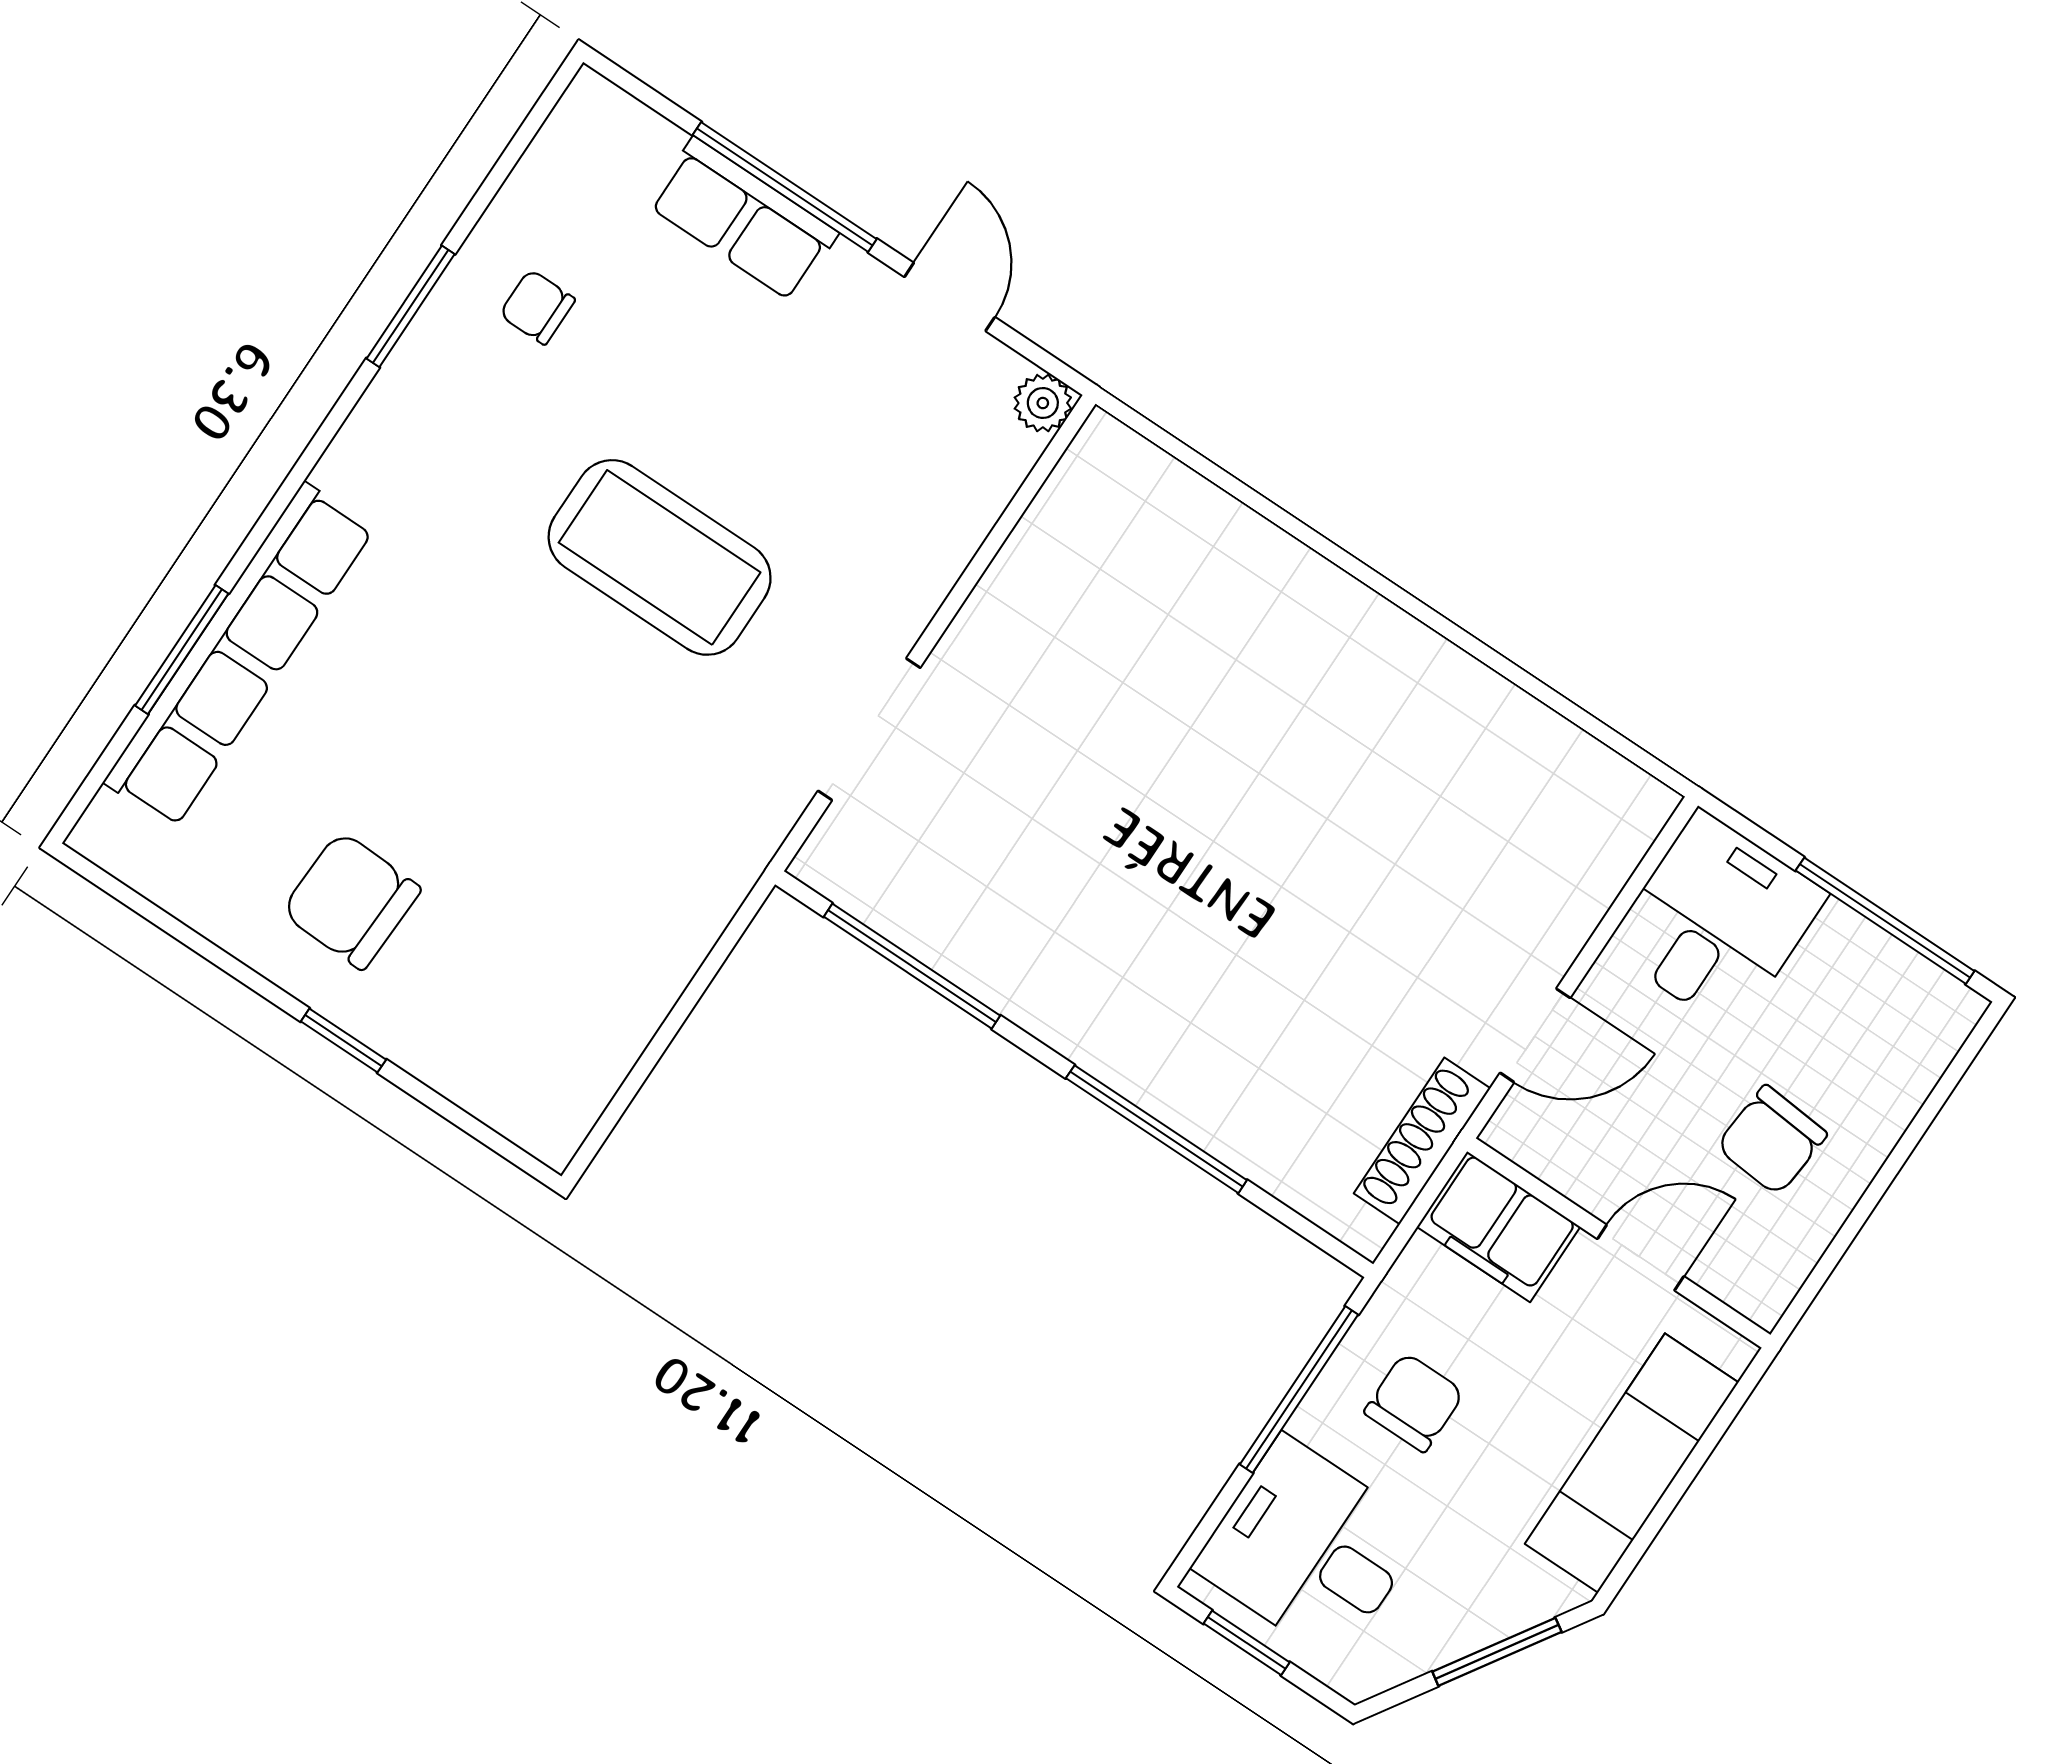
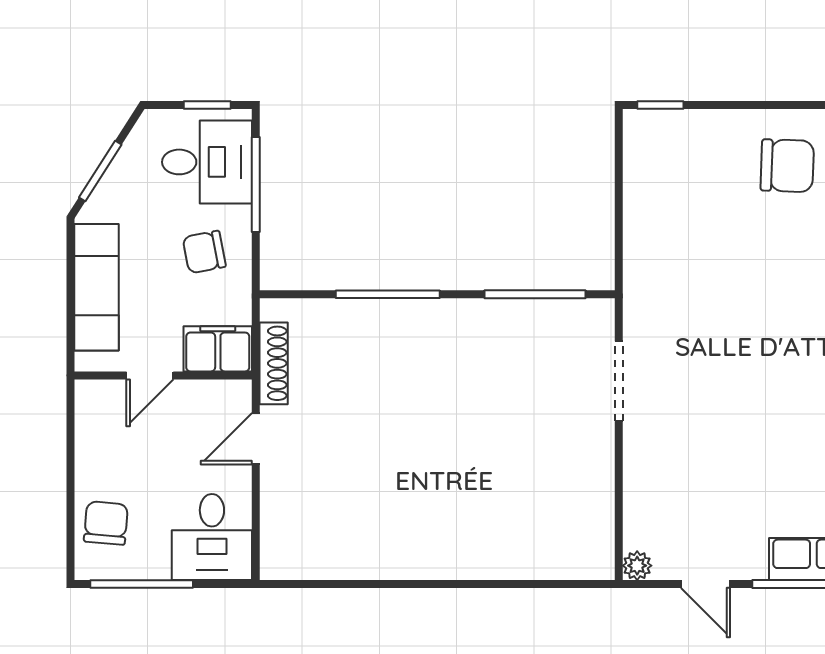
coffee table: (660, 557) -> (754, 395), removed
window: (343, 1040) -> (660, 105), moved
chair: (1772, 1140) -> (106, 523), moved
window: (1299, 1389) -> (256, 185), moved
chair: (1414, 1402) -> (204, 252), turned 79

